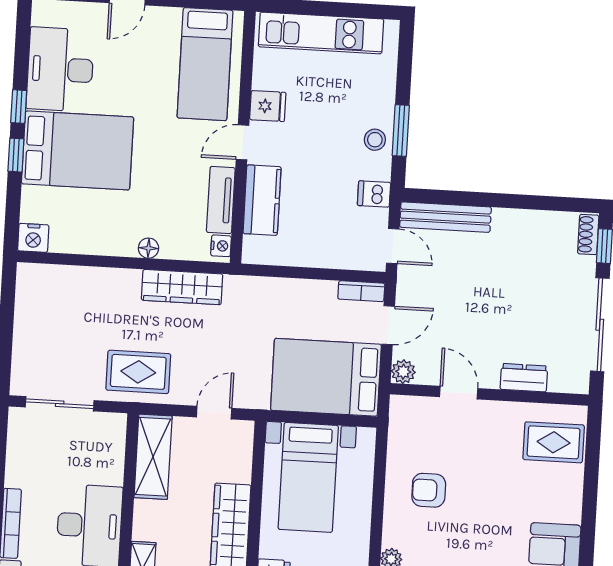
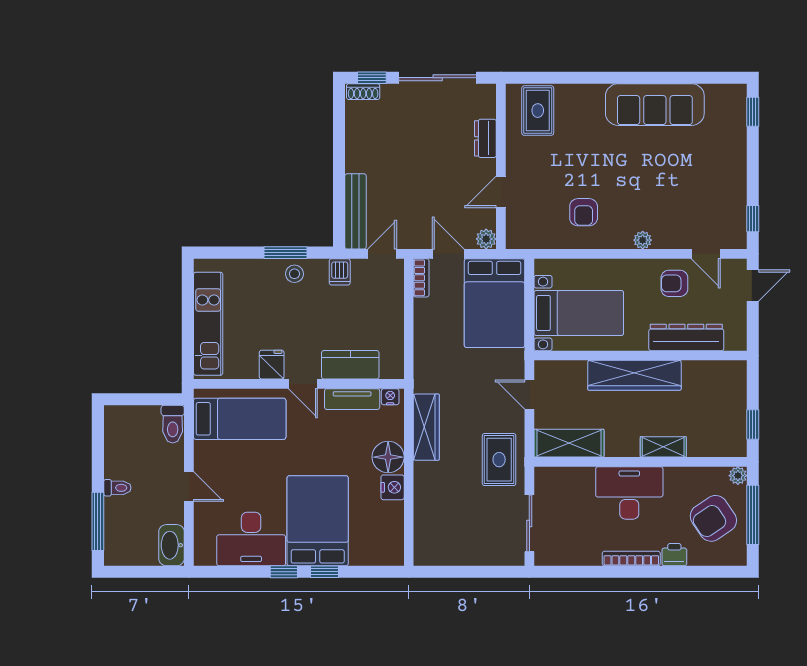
nightstand: (33, 238) -> (393, 487), moved
floor lamp: (148, 248) -> (388, 457), width x1.89, depth x1.89

